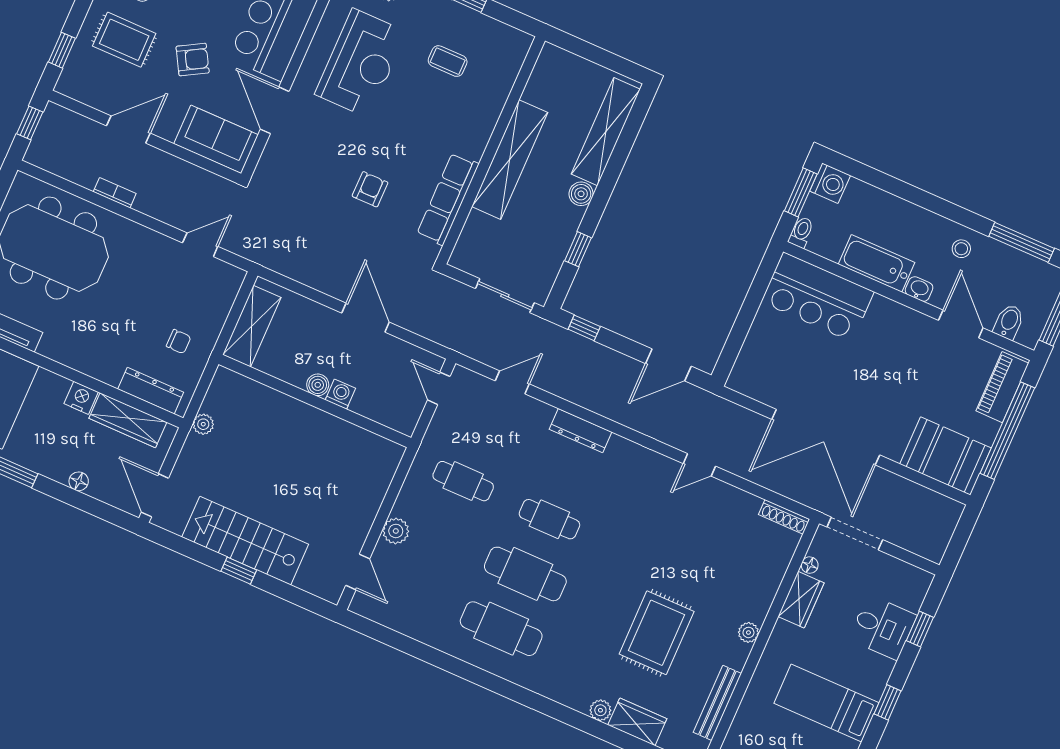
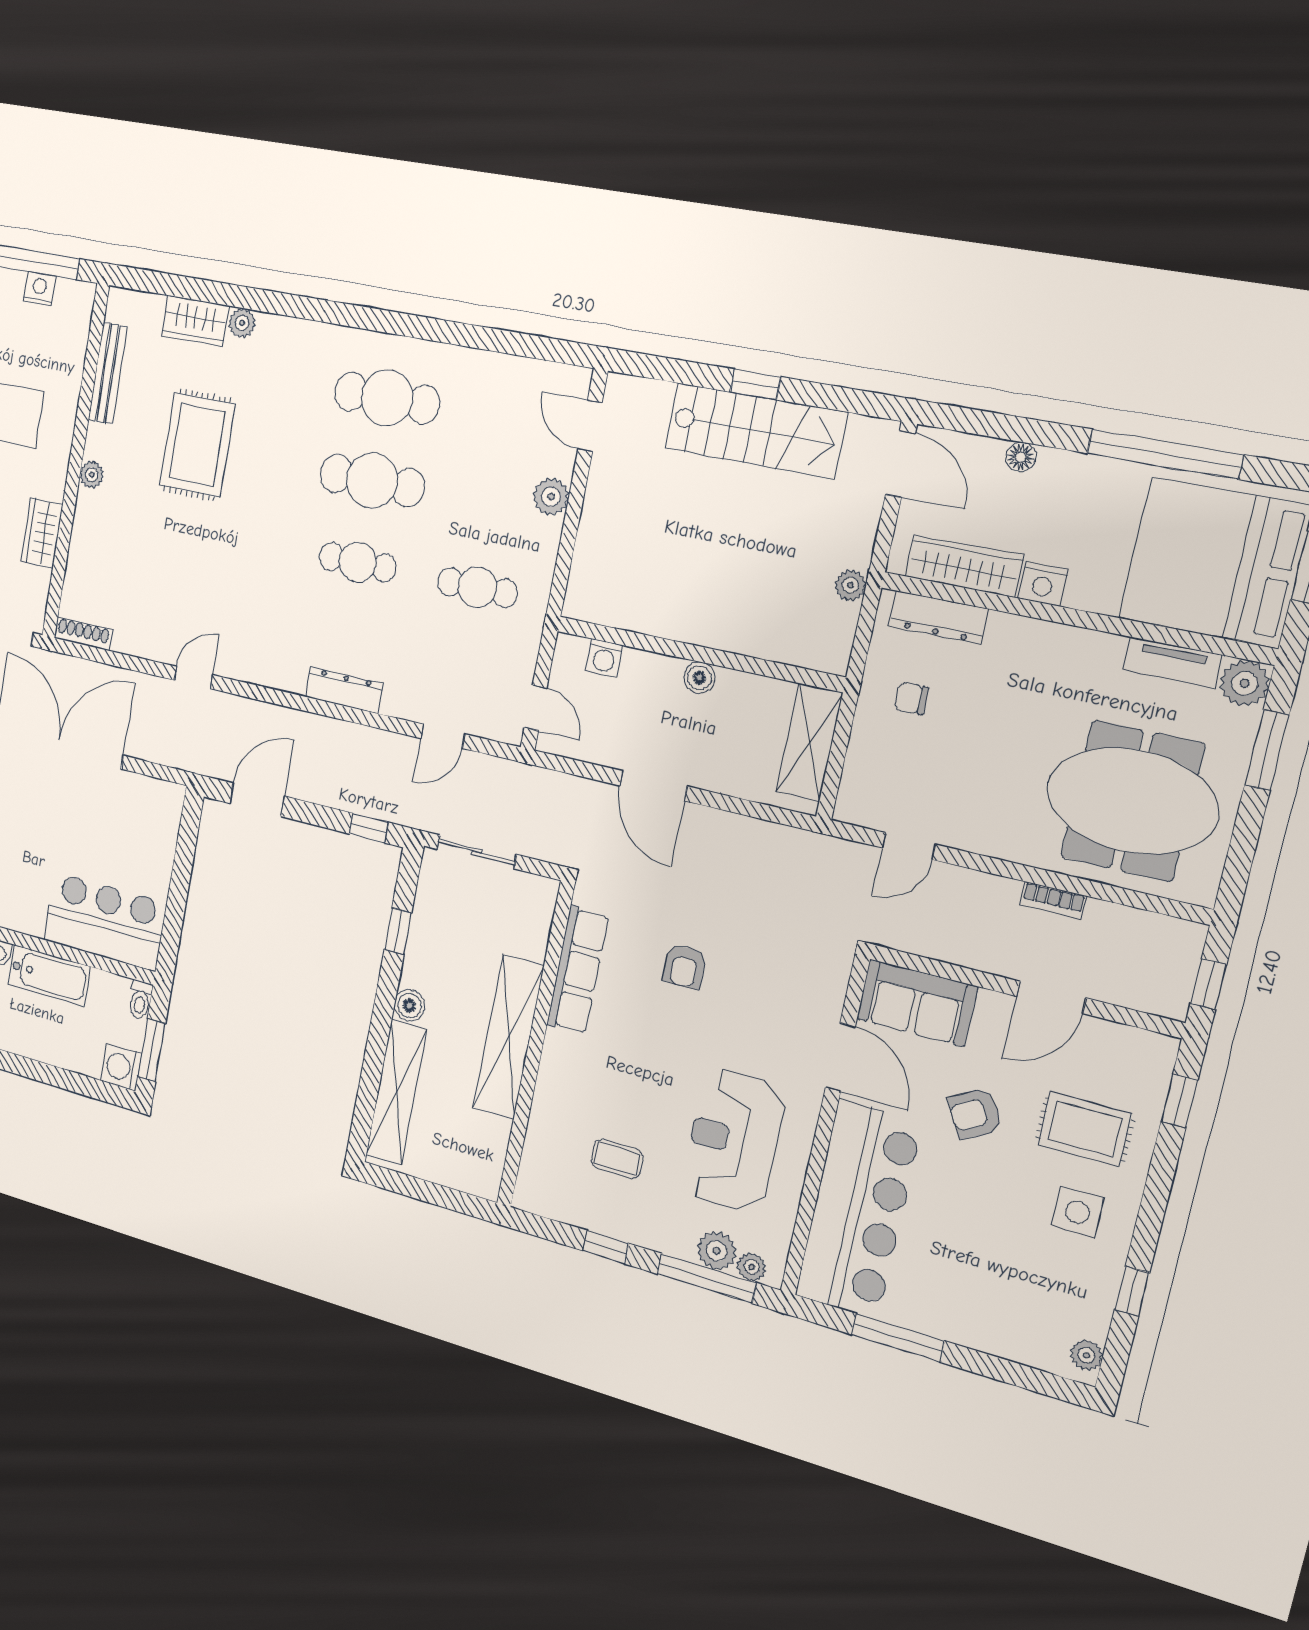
washing machine: (340, 394) -> (604, 658), moved
floor lamp: (810, 565) -> (42, 580), removed

